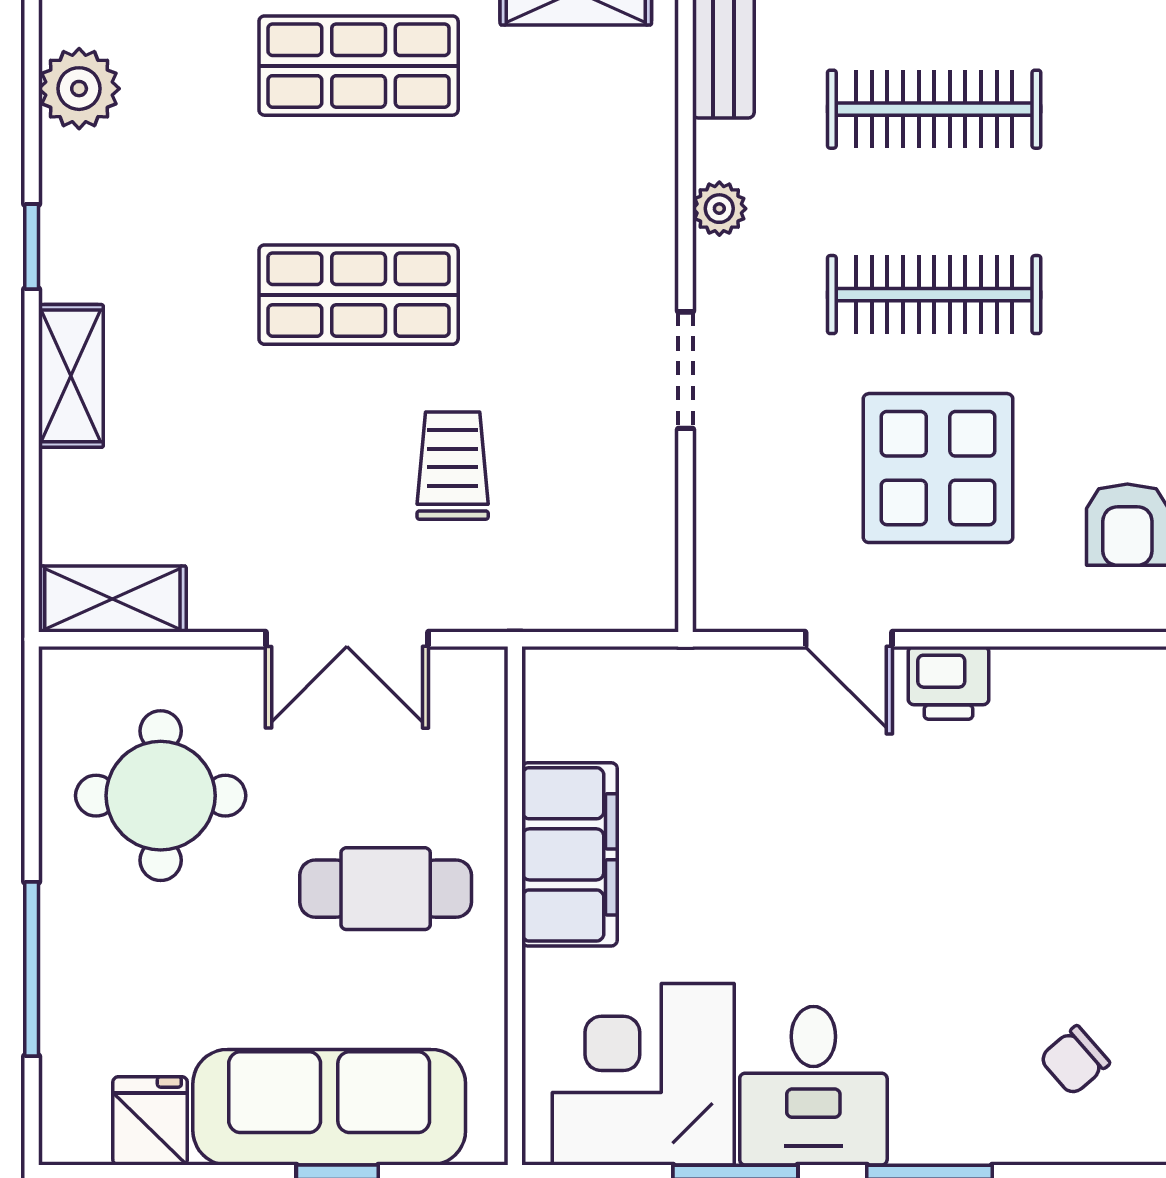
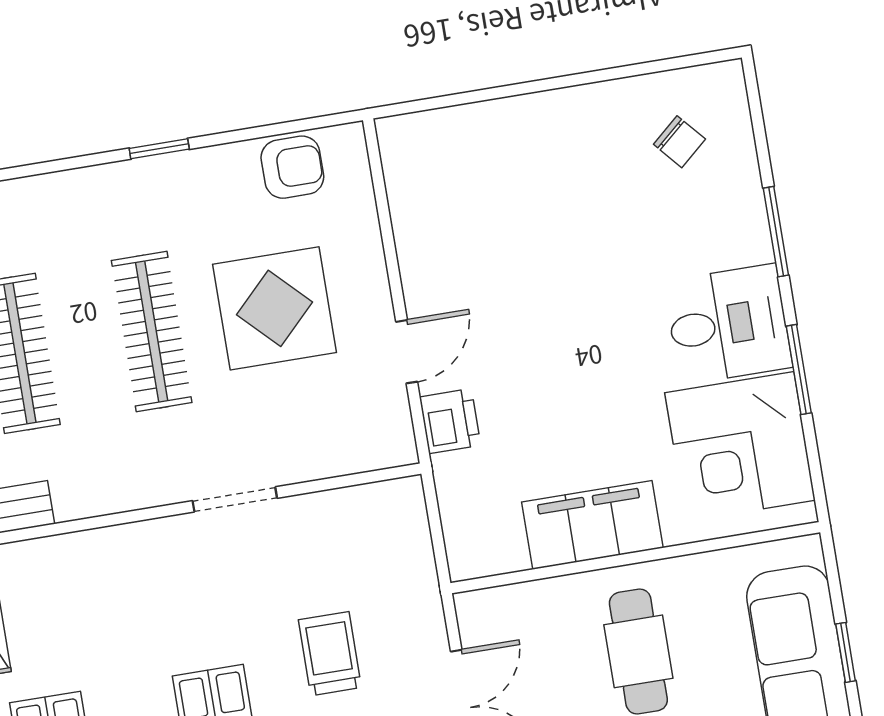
plant: (719, 209) -> (116, 494), removed
trolley: (453, 466) -> (330, 654), turned 90
printer: (948, 683) -> (450, 421), moved

